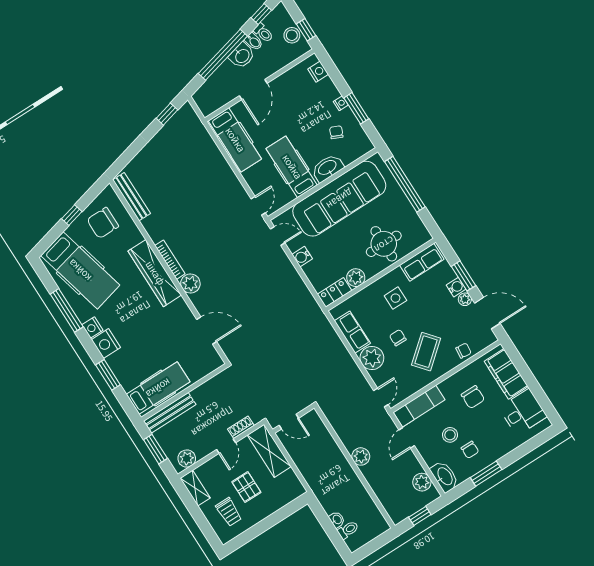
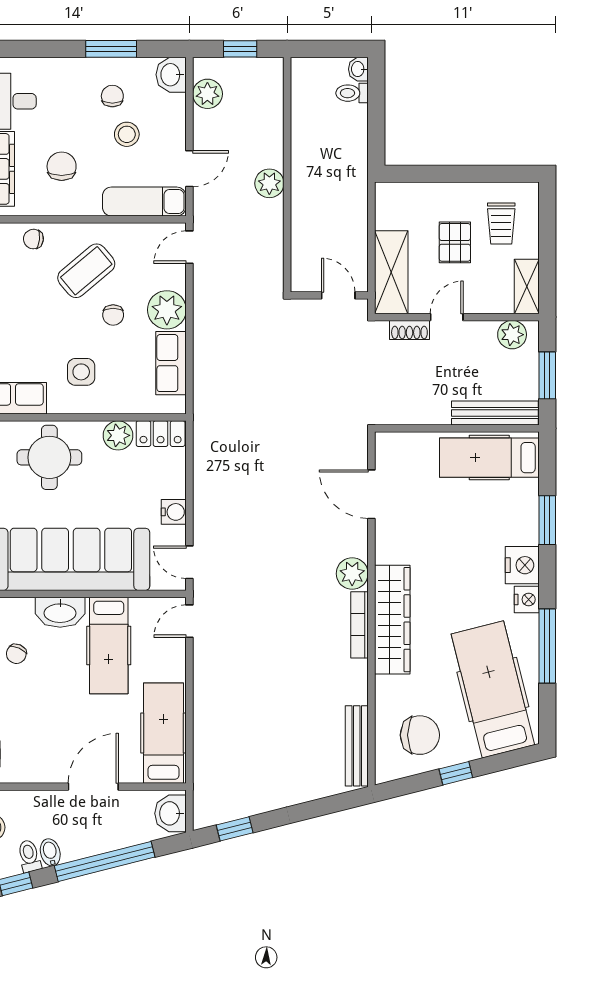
washbasin: (242, 56) -> (171, 813), moved, turned -76
washbasin: (445, 477) -> (171, 75), width x0.72
trolley: (229, 512) -> (501, 223), turned 180
washbasin: (337, 520) -> (358, 69), moved

